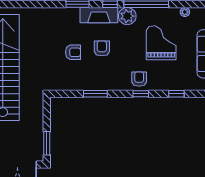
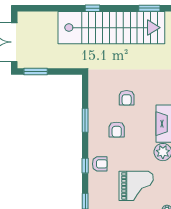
armchair: (102, 48) -> (117, 130), moved, turned 90

